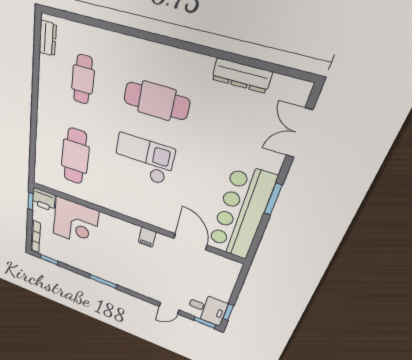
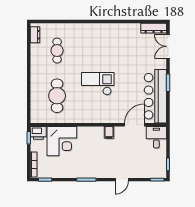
dresser: (242, 76) -> (154, 28), moved
cafe table: (156, 101) -> (98, 51), removed
door: (190, 242) -> (134, 125), hinge flipped
door: (169, 308) -> (122, 180), moved
desk: (207, 309) -> (156, 137), moved, turned -90

